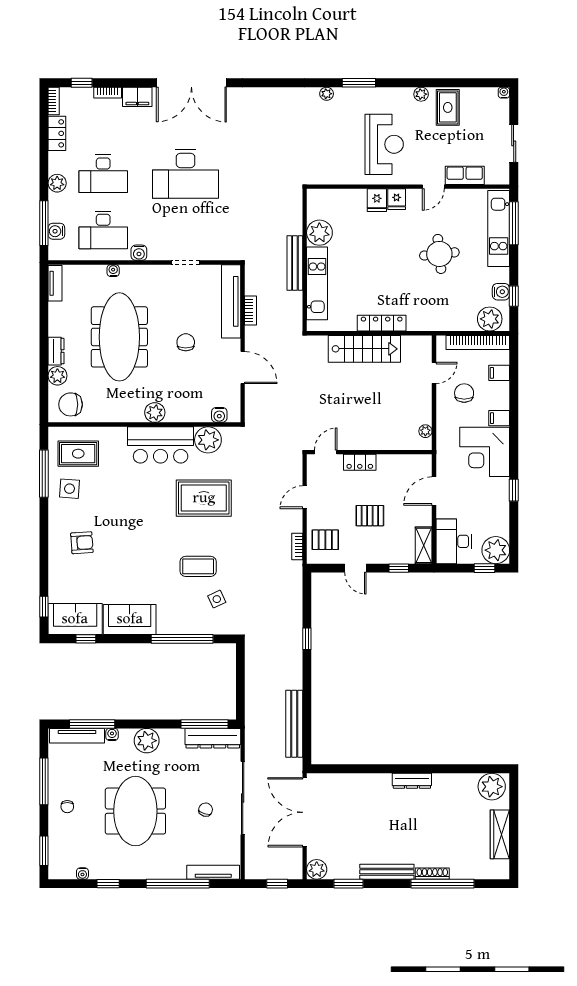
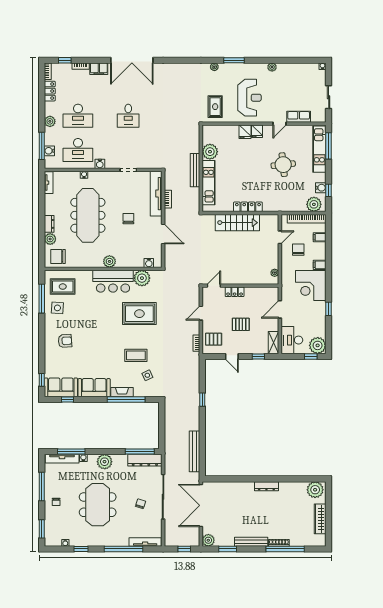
rug: (448, 107) -> (215, 107), moved
desk: (185, 174) -> (128, 116), width x0.53, depth x0.77
fireplace: (175, 627) -> (122, 392), added

